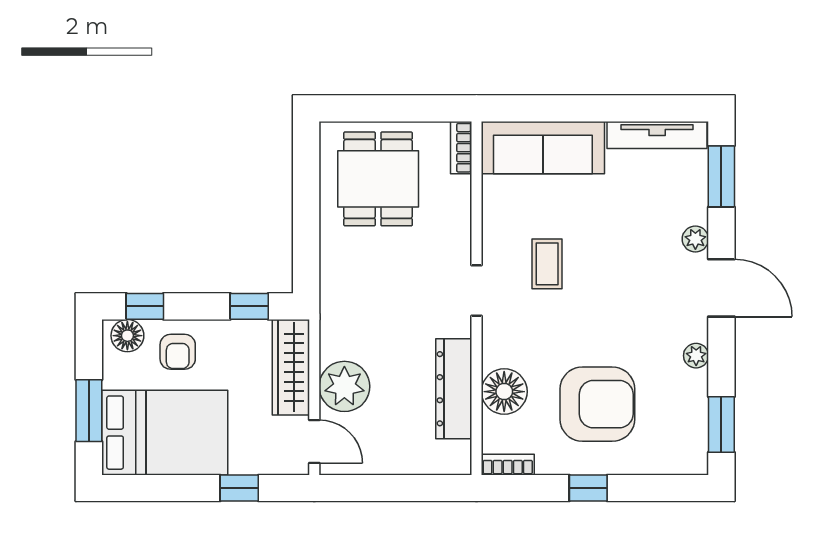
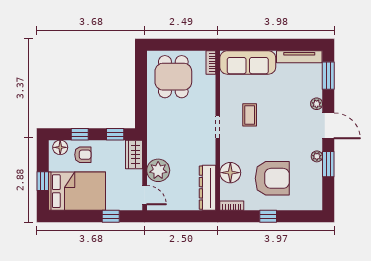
window: (145, 306) -> (80, 134), moved
armchair: (178, 352) -> (83, 155), turned -90
wardrobe: (291, 367) -> (134, 154), width x0.67
dresser: (454, 389) -> (208, 188), moved
window: (89, 411) -> (43, 181), width x0.67
window: (721, 425) -> (328, 164), moved

